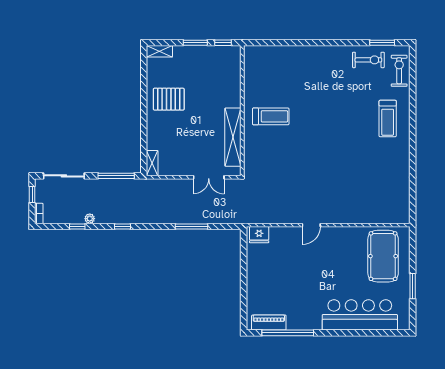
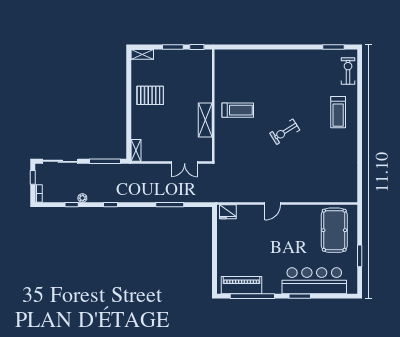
exercise bike: (368, 60) -> (285, 132), moved, turned 148
shelving: (233, 137) -> (205, 120), width x0.68
piano: (269, 323) -> (242, 285), width x1.37, depth x1.33
window: (343, 333) -> (300, 296), added

